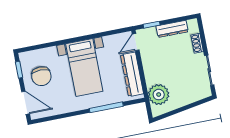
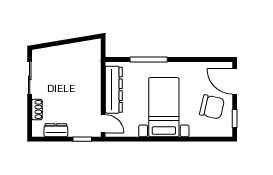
dresser: (172, 29) -> (56, 130), width x0.70
door: (136, 42) -> (103, 124), hinge flipped
chair: (41, 76) -> (212, 107), turned 103
plant: (159, 95) -> (89, 62), removed

